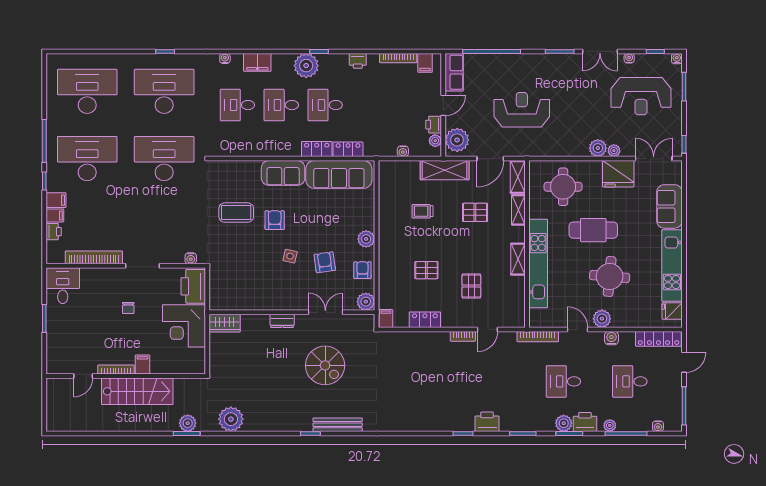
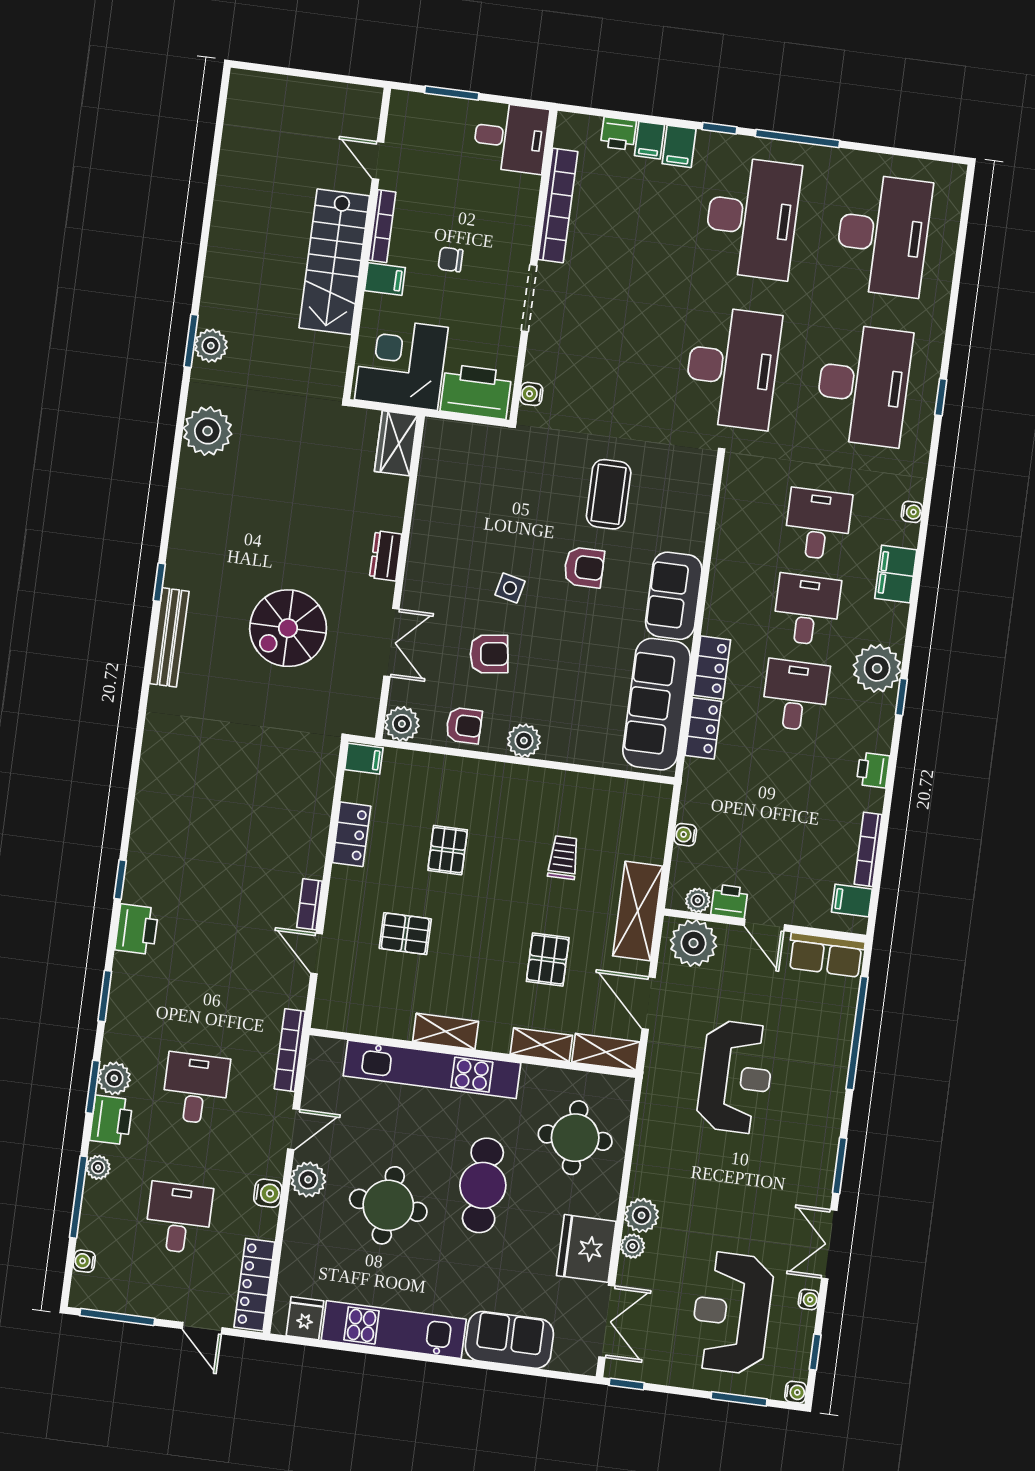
filing cabinet: (142, 365) -> (385, 279), moved
bookcase: (116, 369) -> (382, 226), moved
door: (83, 376) -> (378, 160), moved
wall: (126, 376) -> (367, 243), moved
stairs: (137, 391) -> (334, 262), moved

